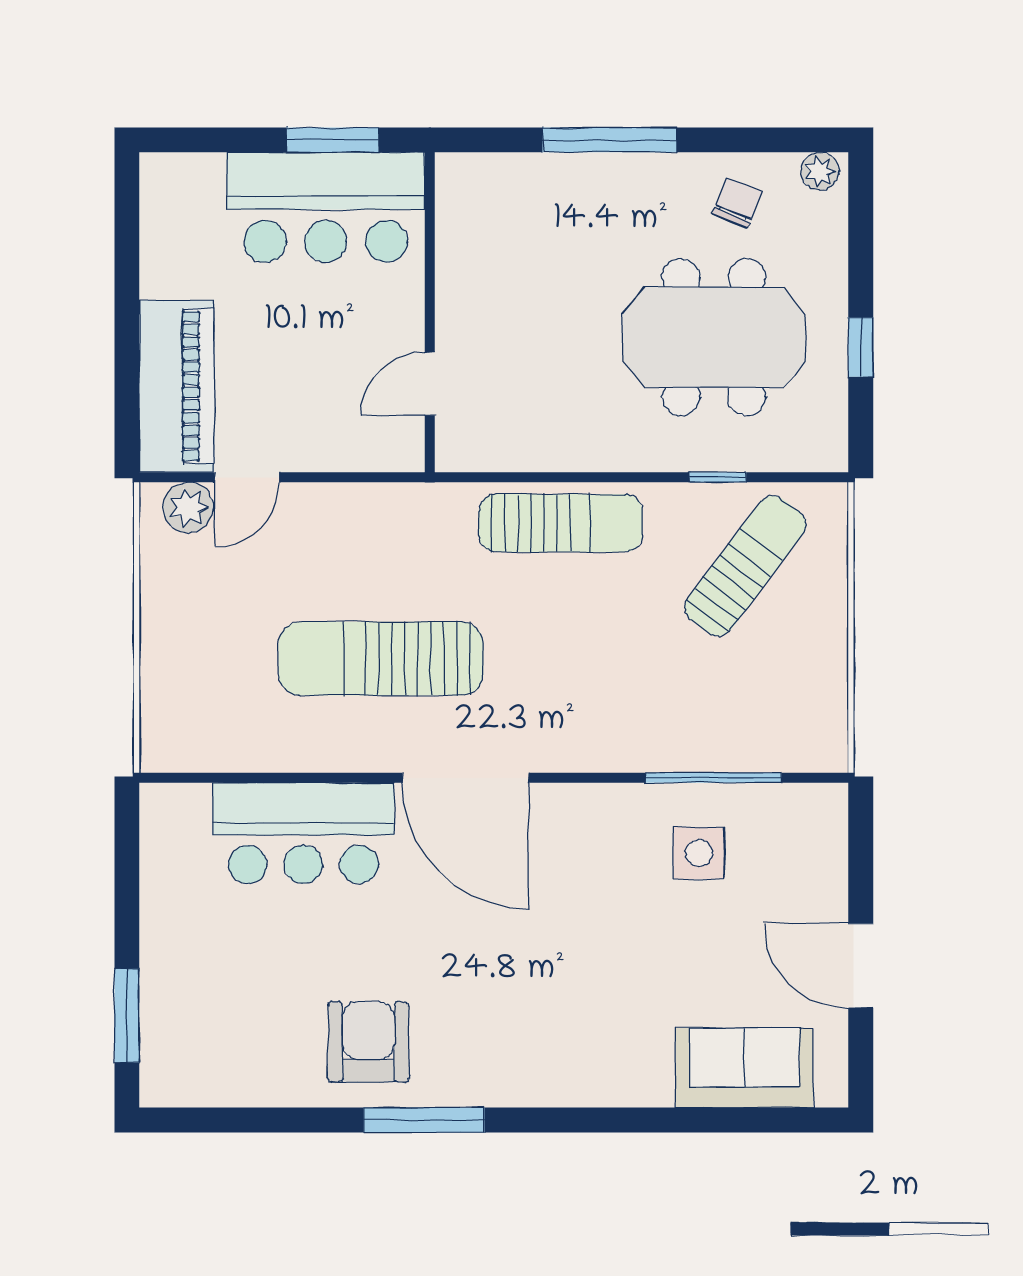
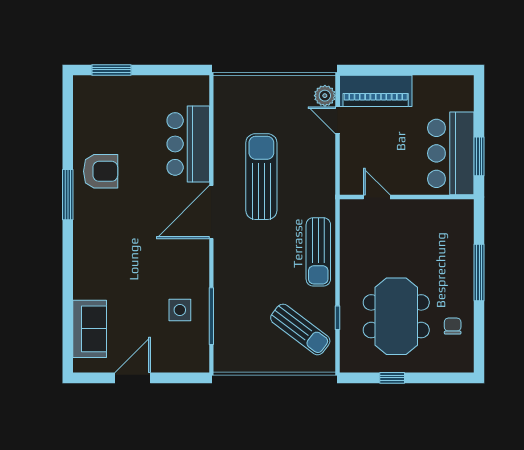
plant: (820, 171) -> (466, 361), removed
chair: (737, 203) -> (453, 326), turned -112

